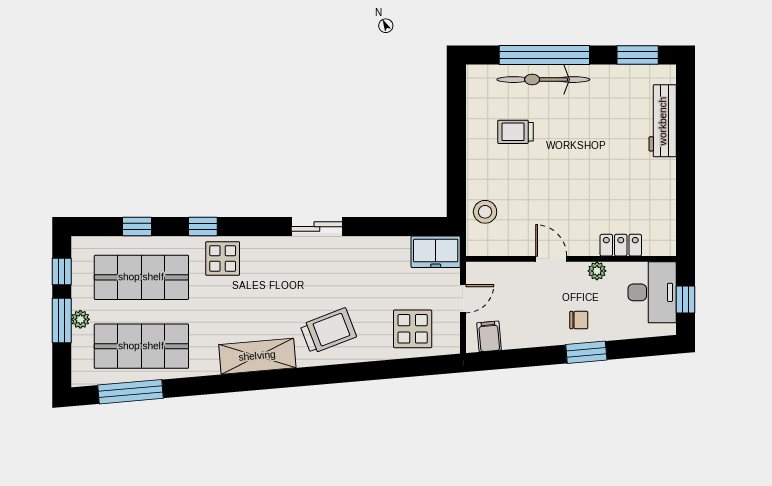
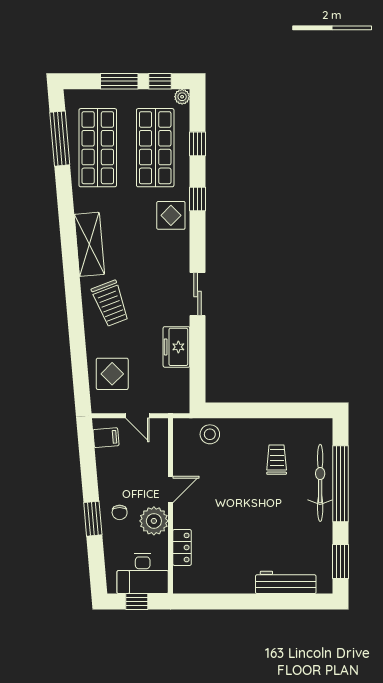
freezer: (436, 252) -> (176, 347), moved
plant: (597, 271) -> (154, 521), width x1.88, depth x1.88
plant: (80, 319) -> (182, 97), moved

